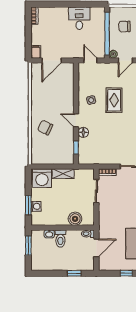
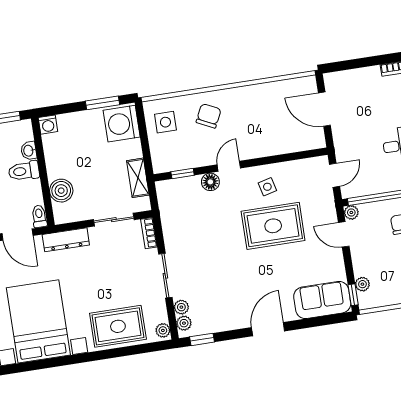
filing cabinet: (36, 52) -> (335, 80), removed
rug: (114, 100) -> (273, 226), width x1.36, depth x1.43
side table: (45, 153) -> (165, 122), added
shelving: (63, 174) -> (138, 178), moved
window: (28, 205) -> (102, 103), moved
washing machine: (36, 206) -> (48, 125), moved
dresser: (104, 221) -> (66, 240), added

